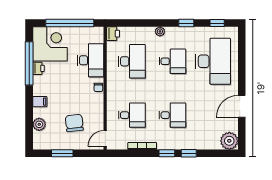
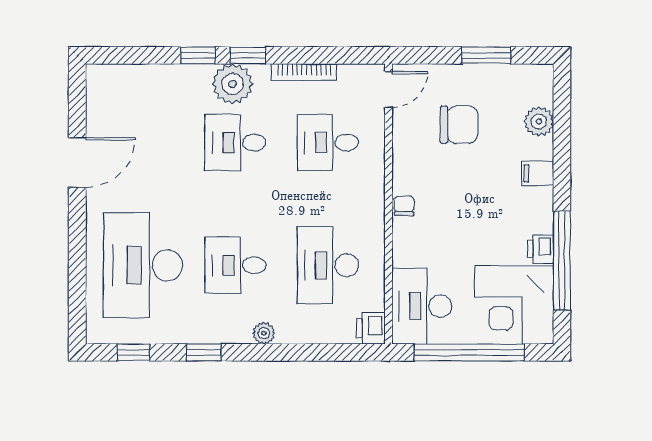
desk: (91, 60) -> (422, 306), moved
chair: (74, 123) -> (459, 125), turned -84
plant: (229, 141) -> (232, 84), moved

